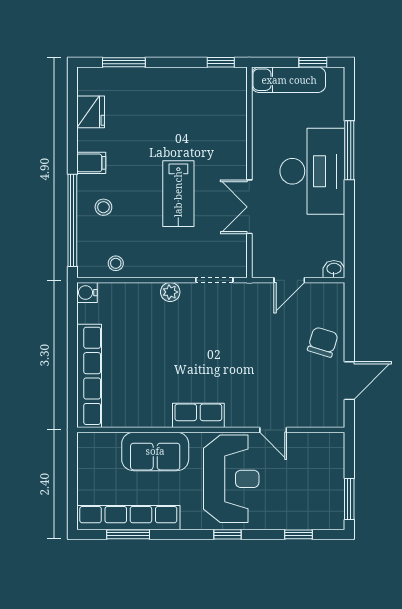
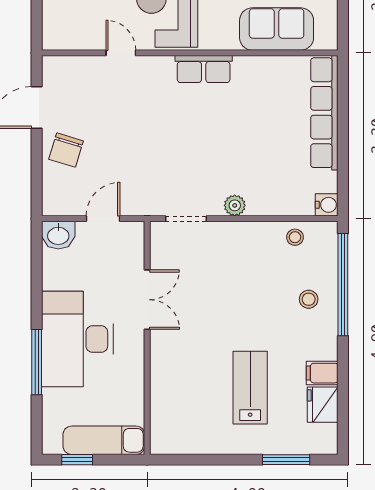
window: (221, 62) -> (179, 460), removed
filing cabinet: (91, 163) -> (322, 373), moved
lab bench: (178, 194) -> (250, 388), moved
washbasin: (334, 269) -> (58, 235), width x1.38, depth x1.45
sofa: (155, 451) -> (277, 29), moved

